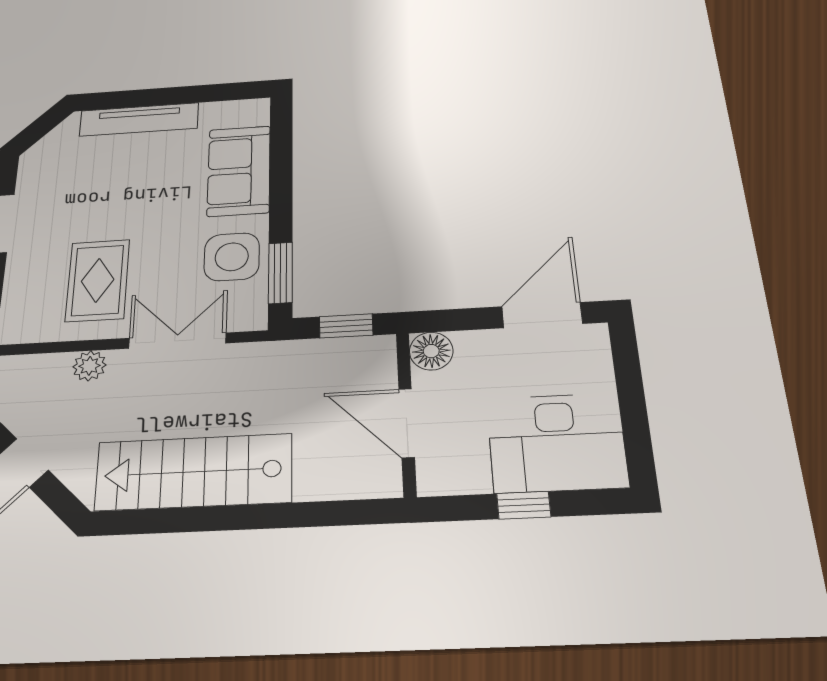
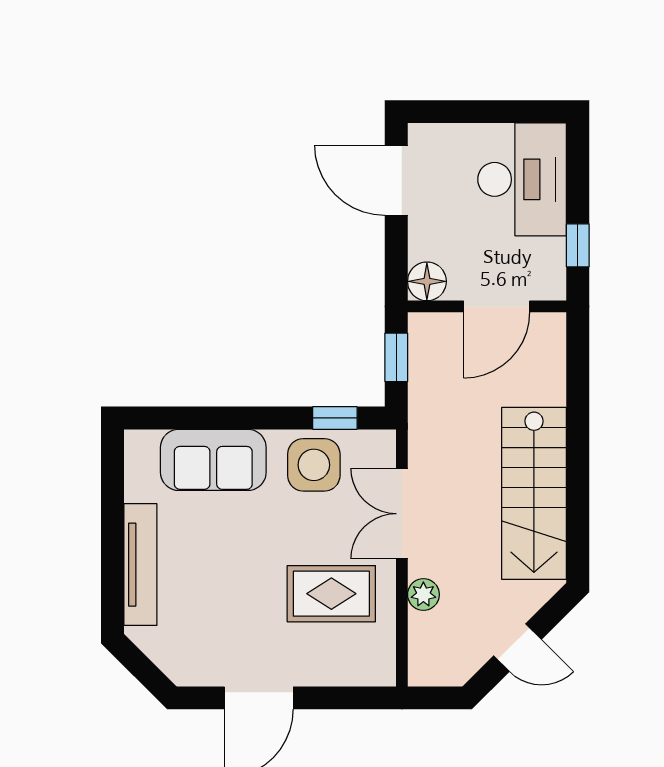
window: (280, 273) -> (335, 418), width x0.67
window: (524, 505) -> (578, 245), moved

